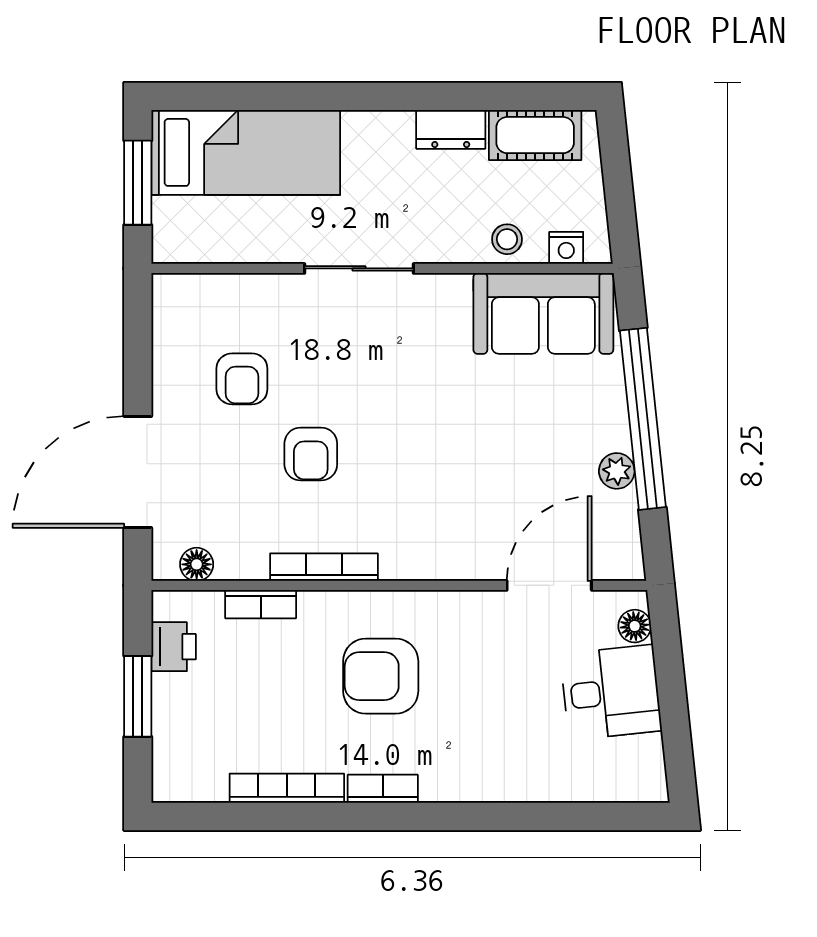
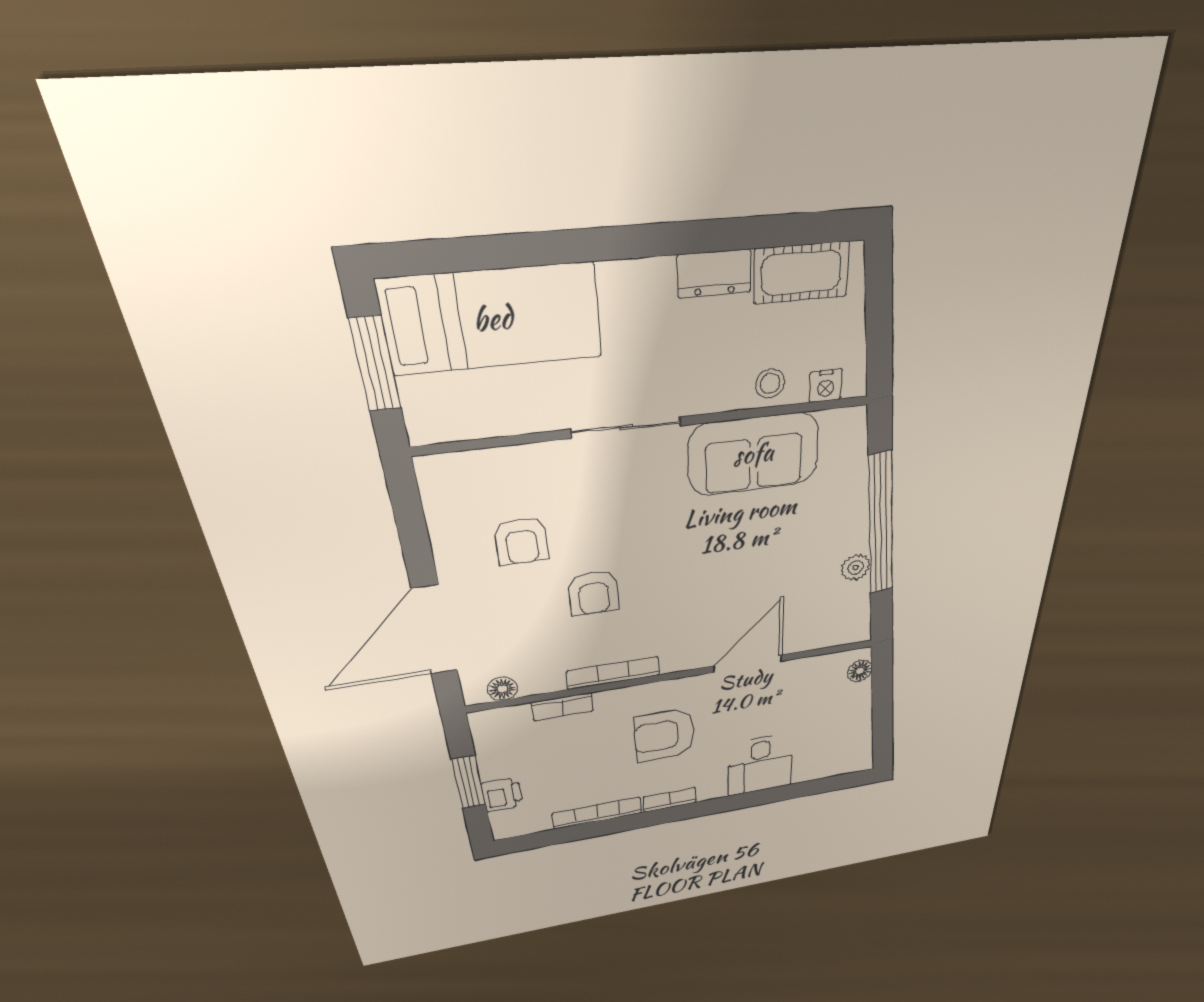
sofa: (543, 313) -> (754, 454), moved
door: (549, 585) -> (748, 663), moved
printer: (174, 647) -> (502, 795), moved
desk: (611, 692) -> (760, 765), moved, turned 96

